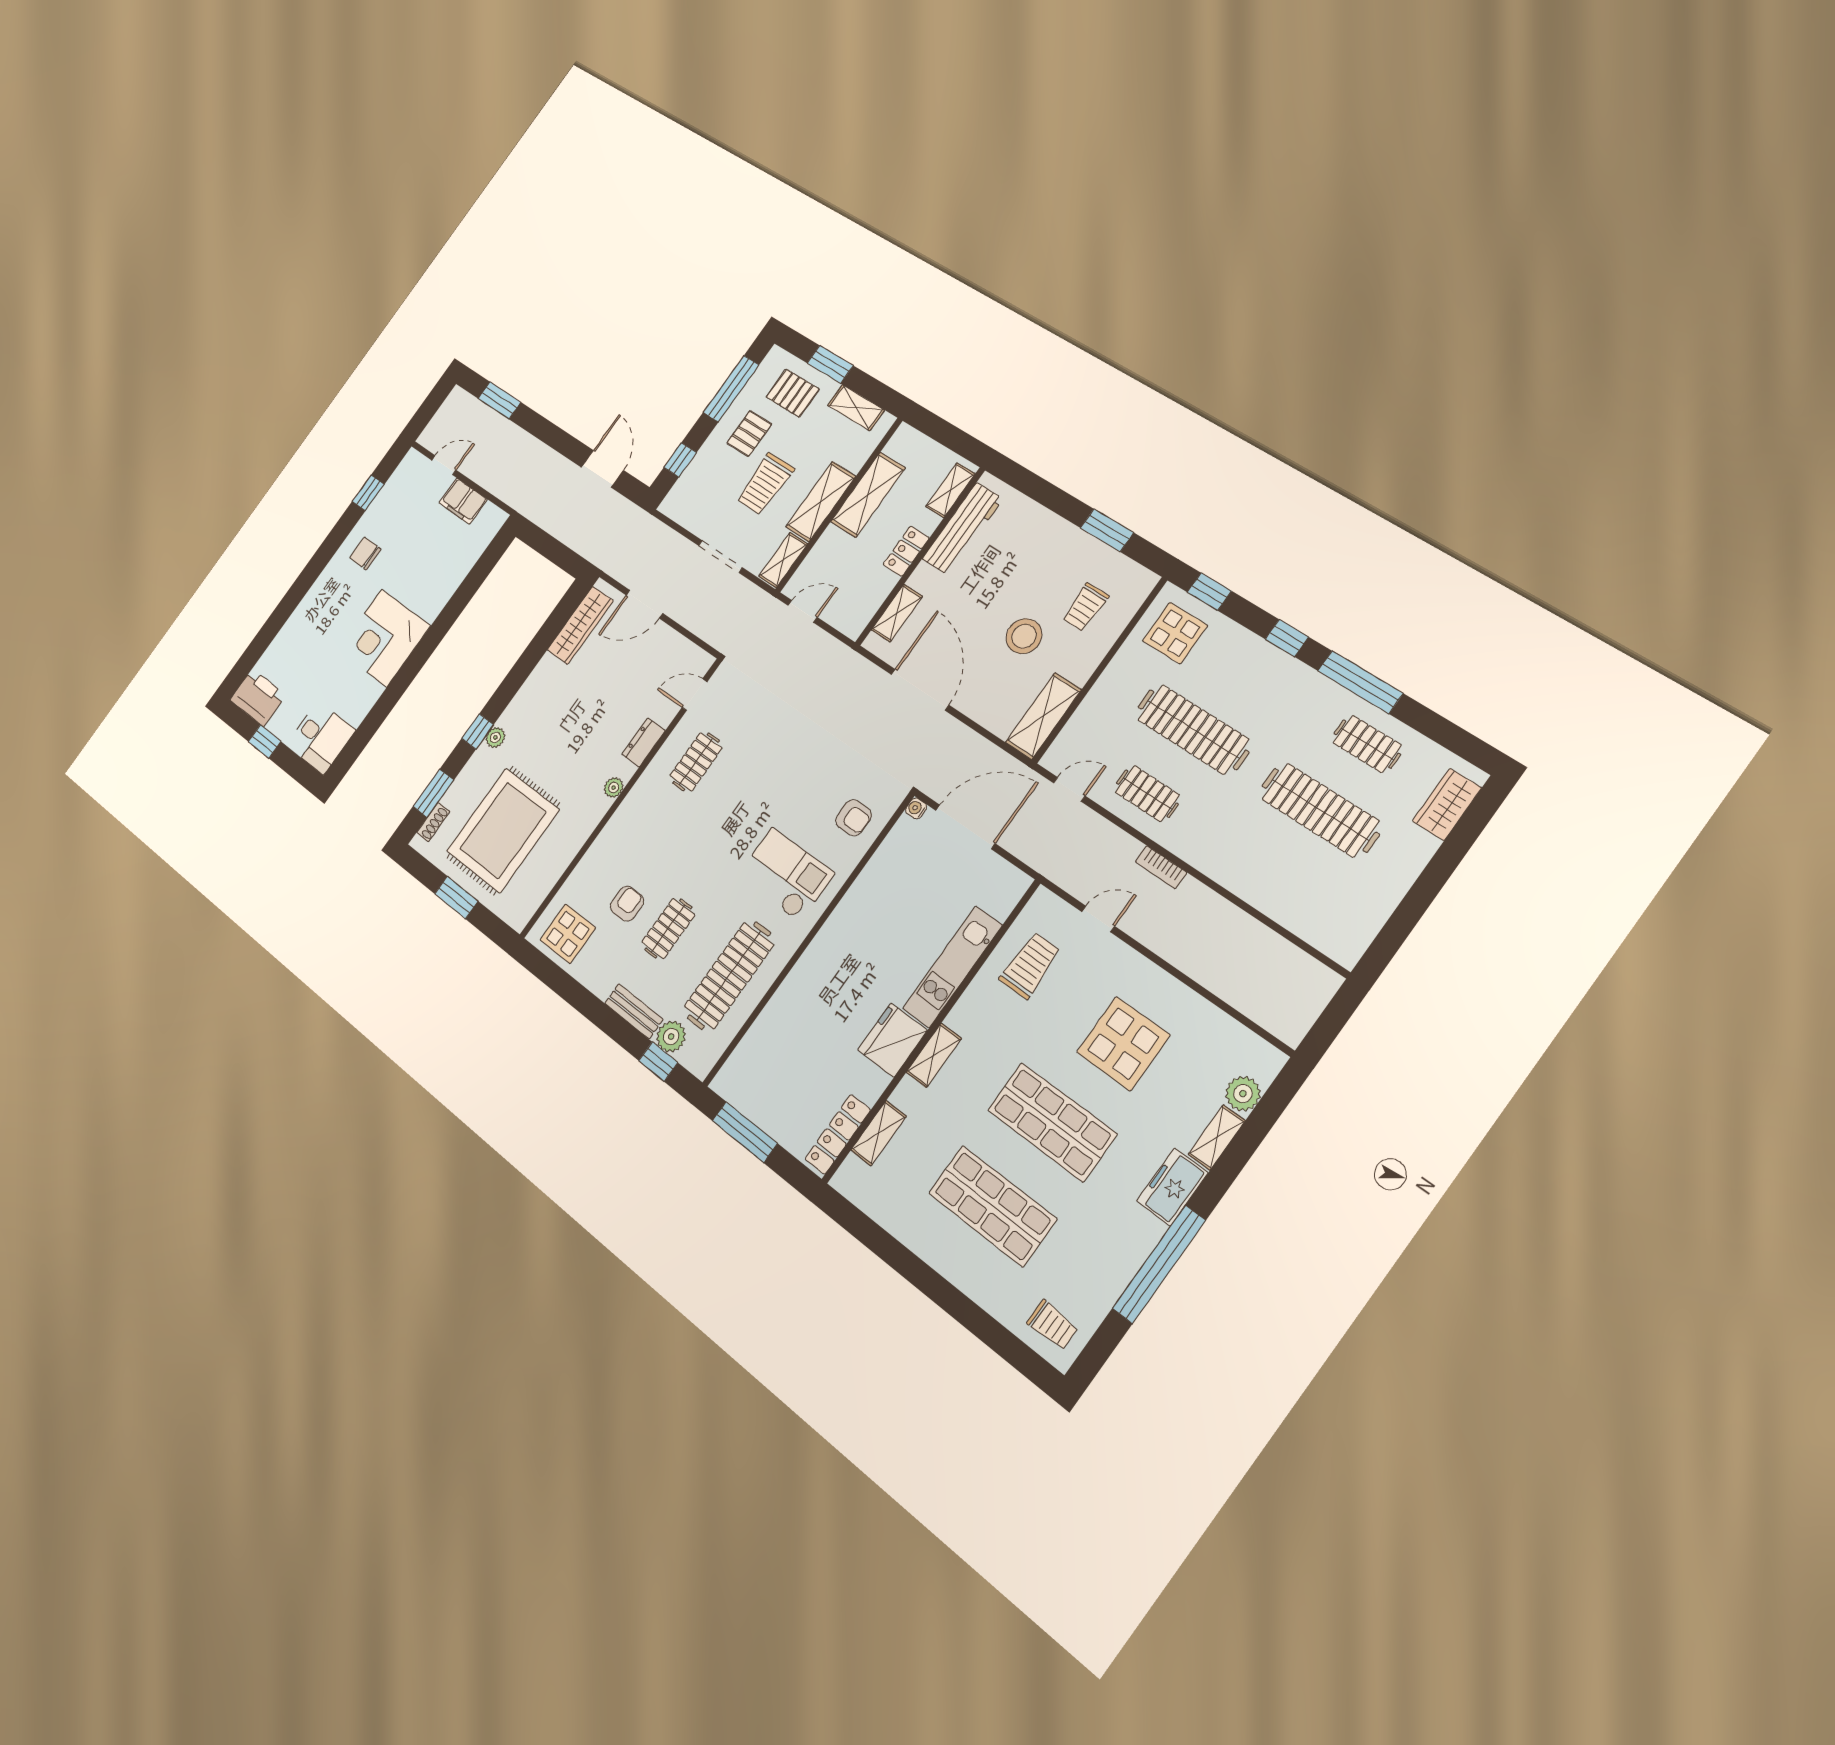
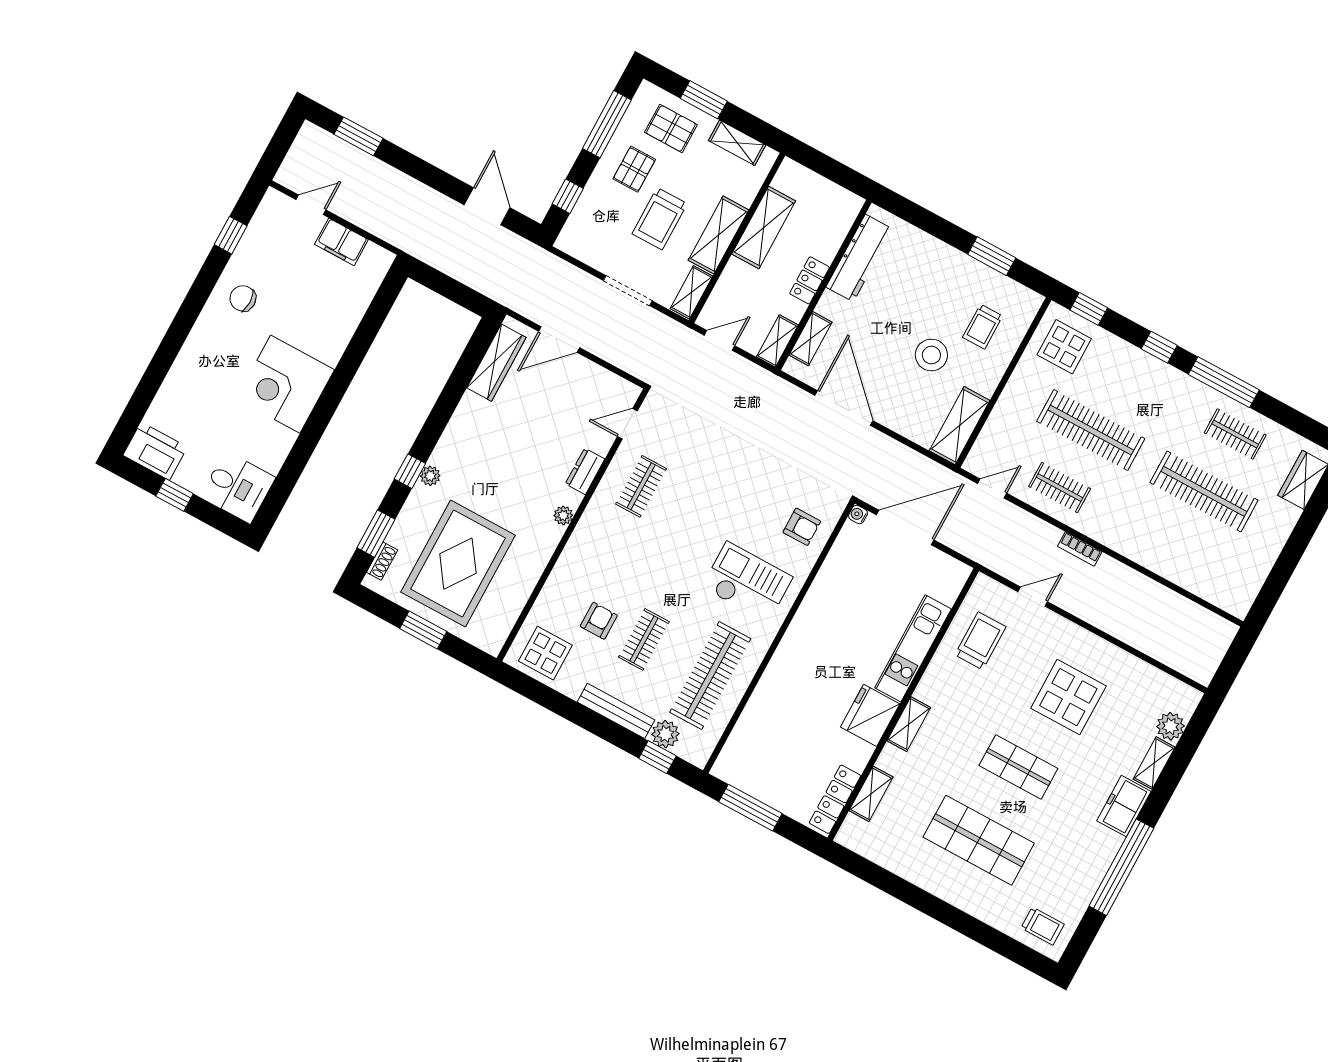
shelving: (950, 490) -> (777, 341), moved
bench: (634, 1011) -> (616, 711), width x1.36
shop shelf: (1052, 1122) -> (1018, 767), width x0.70, depth x0.74

